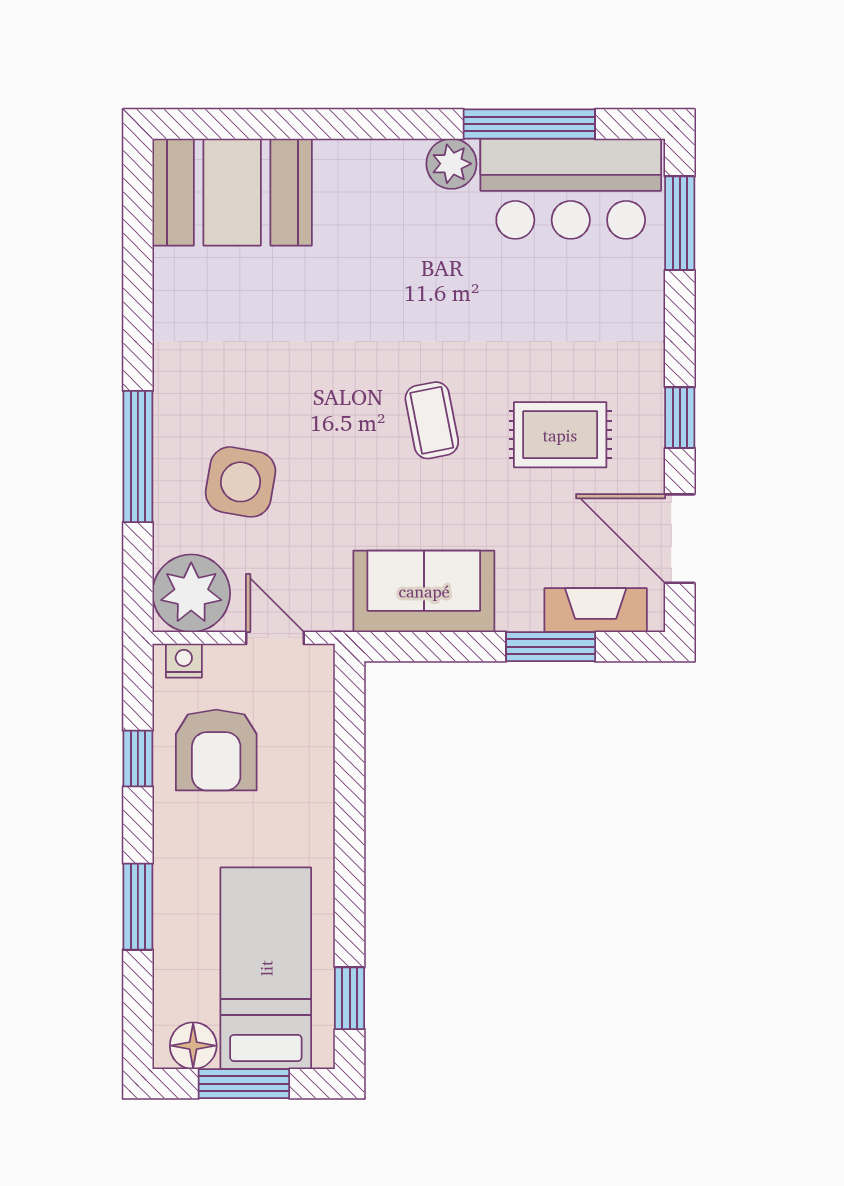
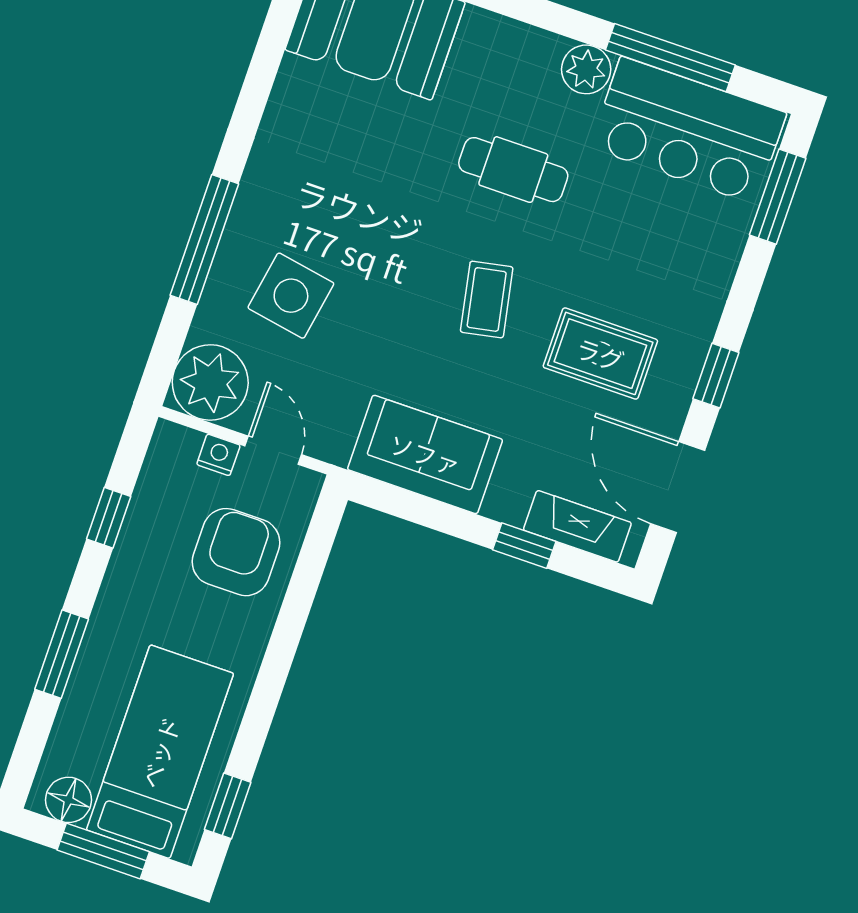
cafe table: (414, 285) -> (513, 170), added
window: (551, 647) -> (524, 546), width x0.67
nightstand: (184, 661) -> (218, 455), moved
armchair: (216, 750) -> (236, 552), moved, turned 180

